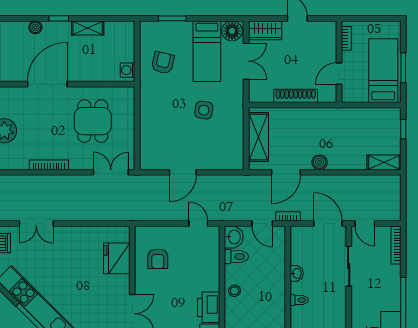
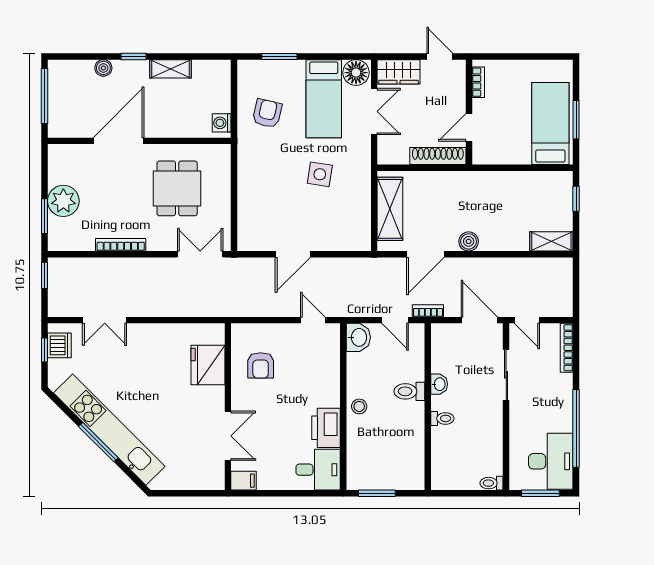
bookcase: (346, 38) -> (478, 82), moved
wall: (339, 62) -> (469, 112), moved
door: (339, 74) -> (469, 127), moved
toilet: (236, 257) -> (409, 391), moved, turned 180

